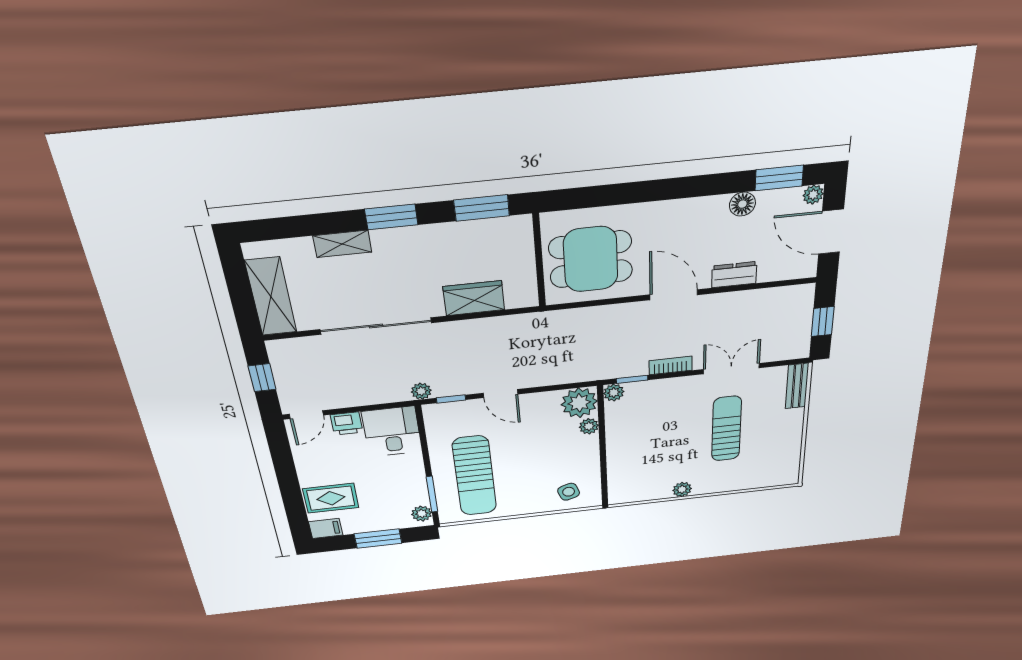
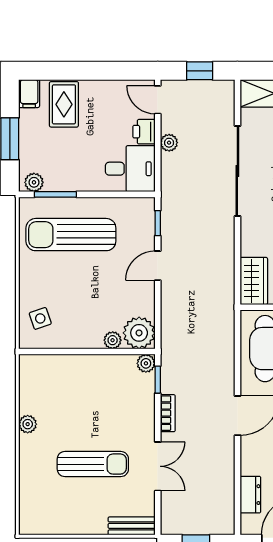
dresser: (734, 275) -> (250, 495), moved
wardrobe: (474, 298) -> (254, 281), moved
plant: (421, 391) -> (169, 143), moved

